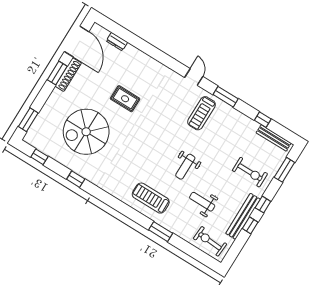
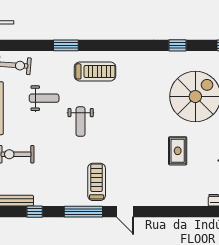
window: (226, 97) -> (83, 212), width x1.44
rug: (125, 99) -> (178, 151), turned 90
weight bench: (185, 167) -> (81, 122), turned 180

